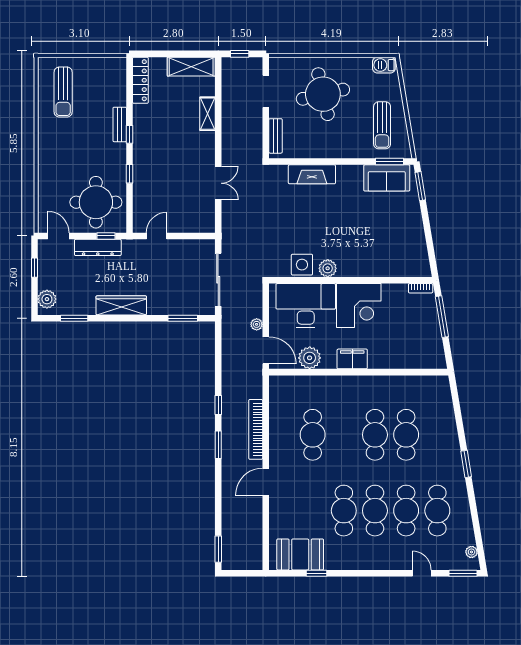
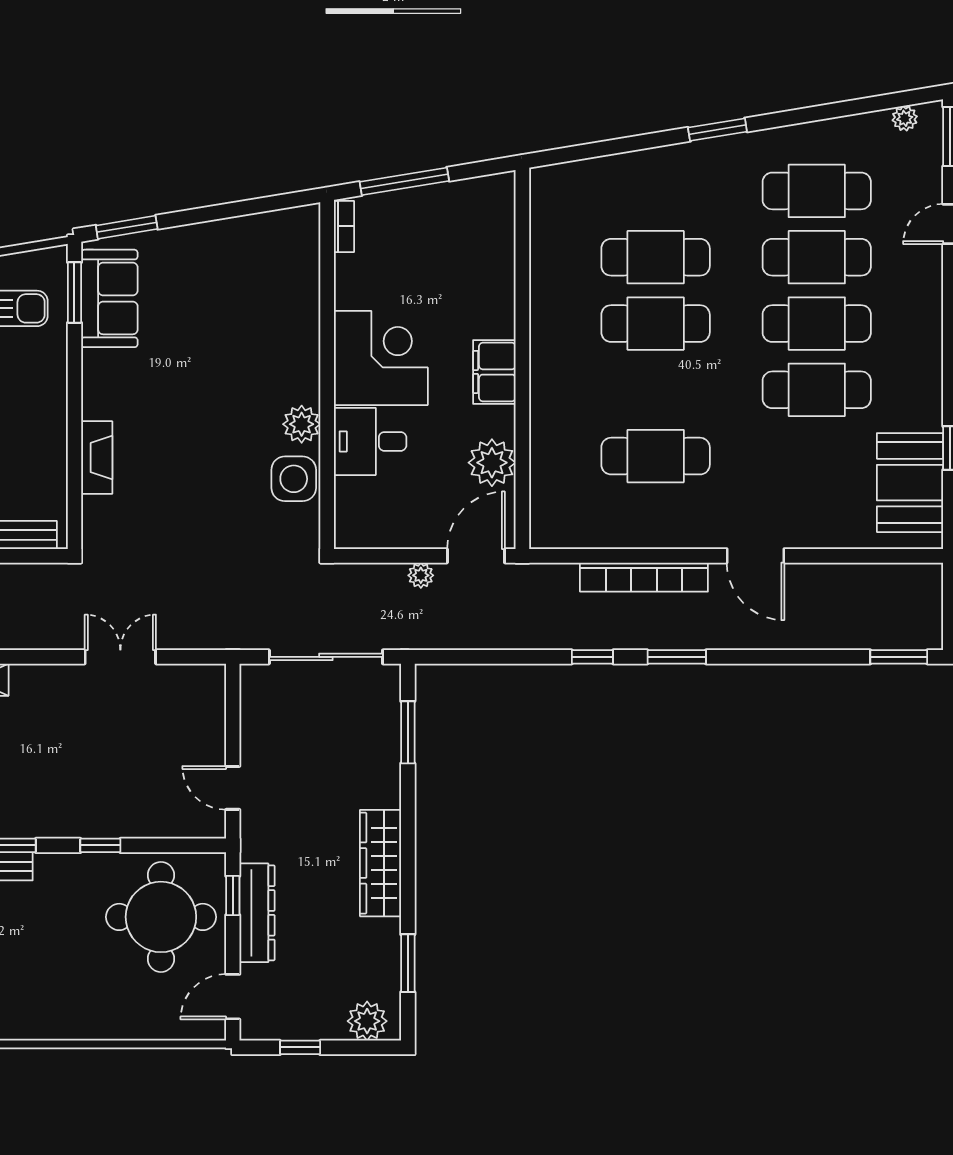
fireplace: (312, 174) -> (97, 458), width x0.73, depth x0.76
desk: (306, 306) -> (370, 441), width x0.53, depth x0.77

